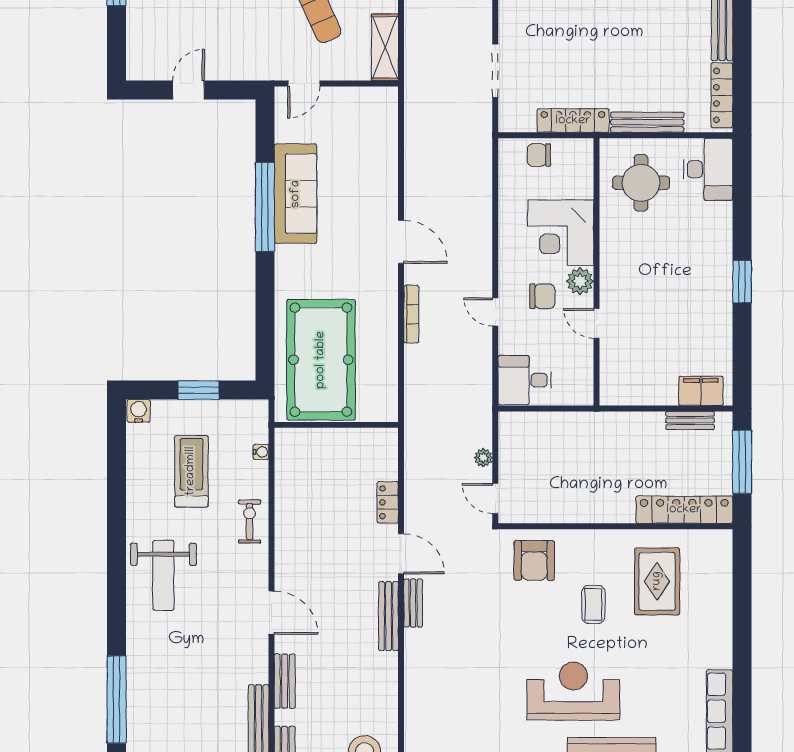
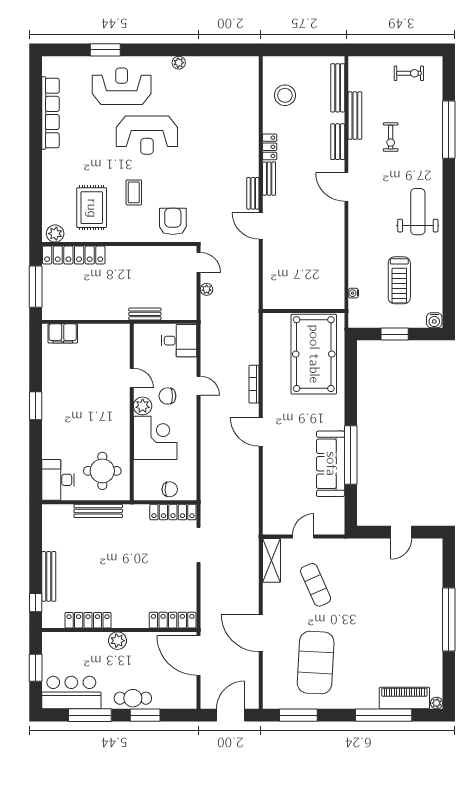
door: (304, 83) -> (303, 537), moved
locker: (722, 95) -> (49, 529), removed
locker: (573, 121) -> (173, 512), moved
bench: (690, 420) -> (145, 314), moved
locker: (388, 502) -> (270, 147), moved
exercise bike: (250, 522) -> (391, 137), moved
plant: (712, 542) -> (55, 234), added
bench: (389, 616) -> (269, 179), width x0.73

